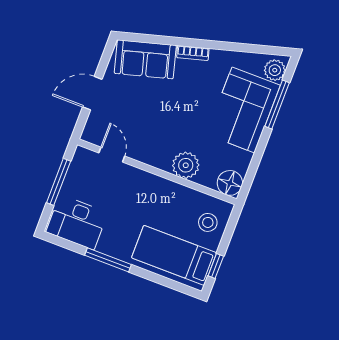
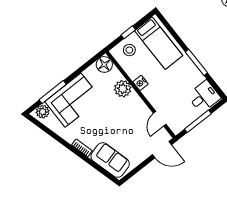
door: (92, 93) -> (162, 150), moved
nightstand: (166, 187) -> (140, 83), added
desk: (77, 222) -> (204, 97), width x0.73
window: (216, 266) -> (128, 32), moved

